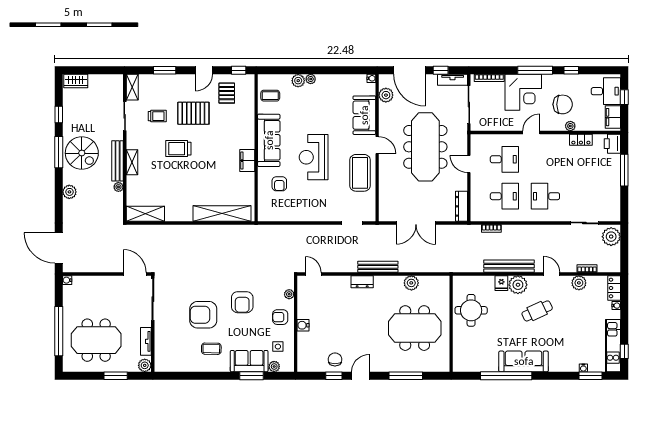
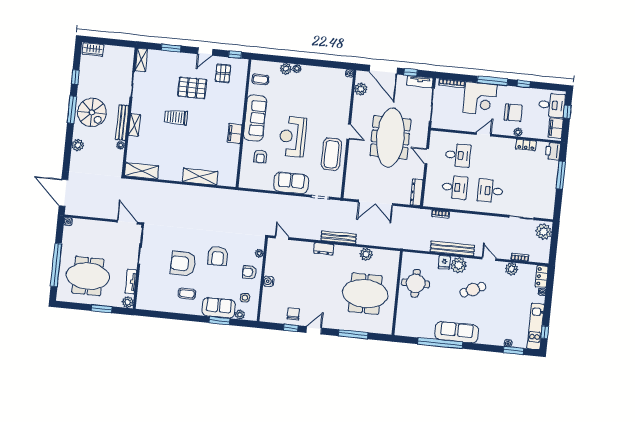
sofa: (364, 115) -> (291, 183), moved, turned 90
trolley: (157, 116) -> (161, 87), removed
shelving: (222, 214) -> (200, 177), width x0.68

